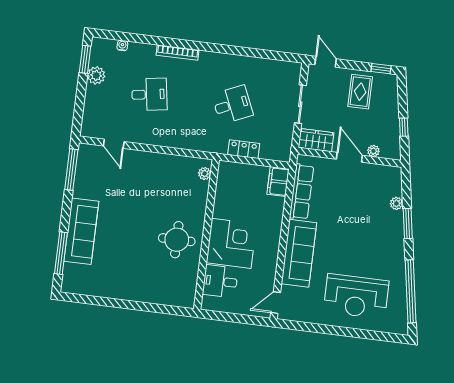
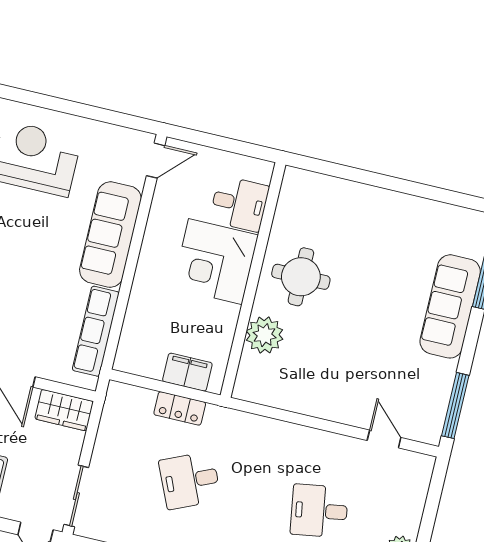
sliding door: (300, 104) -> (76, 496), moved
plant: (205, 173) -> (265, 335), moved, width x1.87, depth x1.87
filing cabinet: (278, 182) -> (187, 372), moved, turned -90

